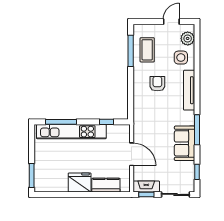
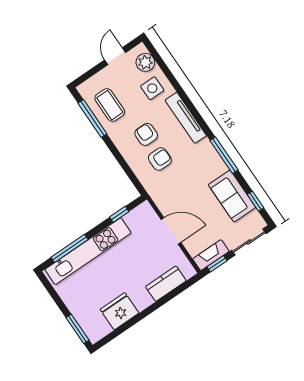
armchair: (155, 105) -> (160, 159), added
sofa: (185, 143) -> (232, 196), moved
fridge: (80, 182) -> (119, 311), moved

